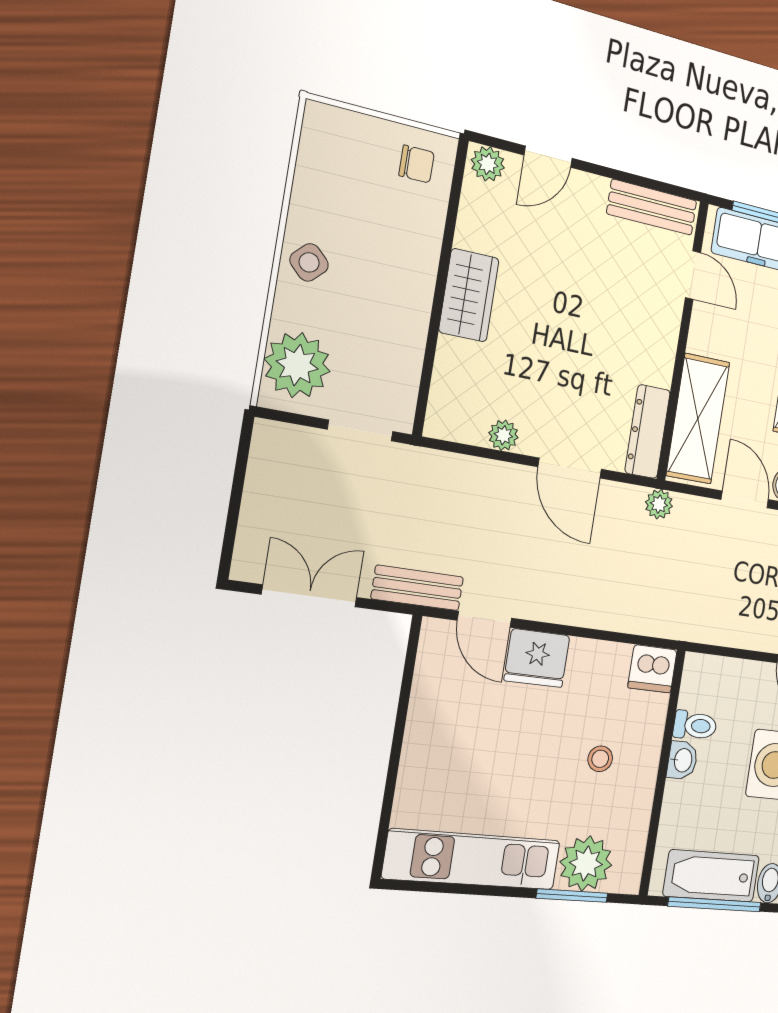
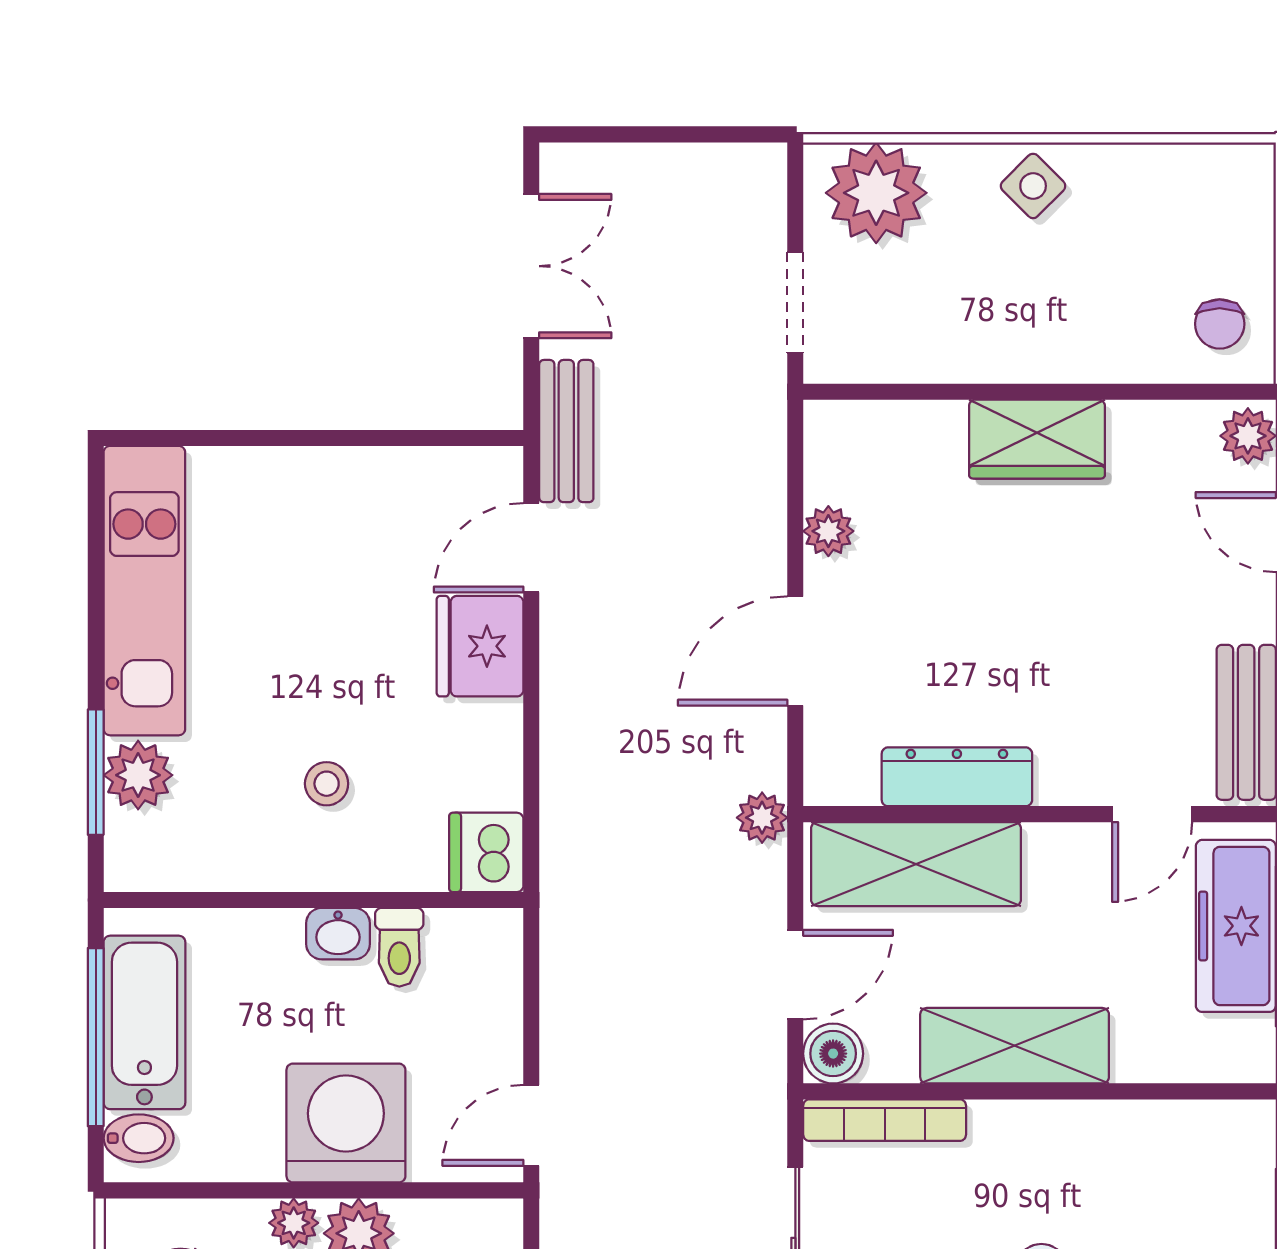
dresser: (648, 432) -> (957, 777), moved
plant: (586, 864) -> (138, 775), width x0.73, depth x0.73

